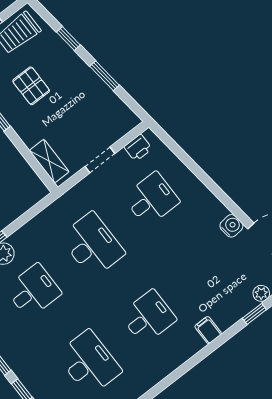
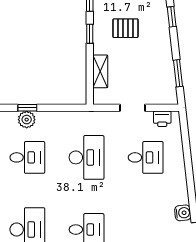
window: (105, 76) -> (178, 73), moved
pallet: (31, 86) -> (125, 28), turned 90
shelving: (49, 161) -> (100, 71), moved

